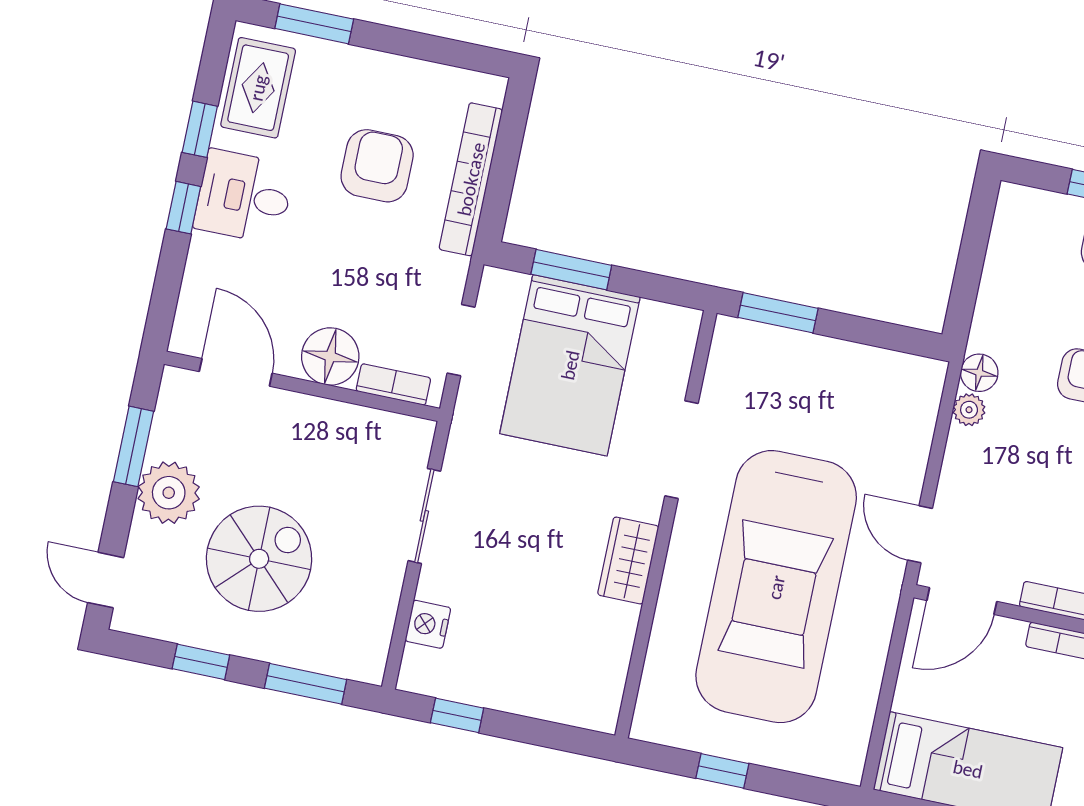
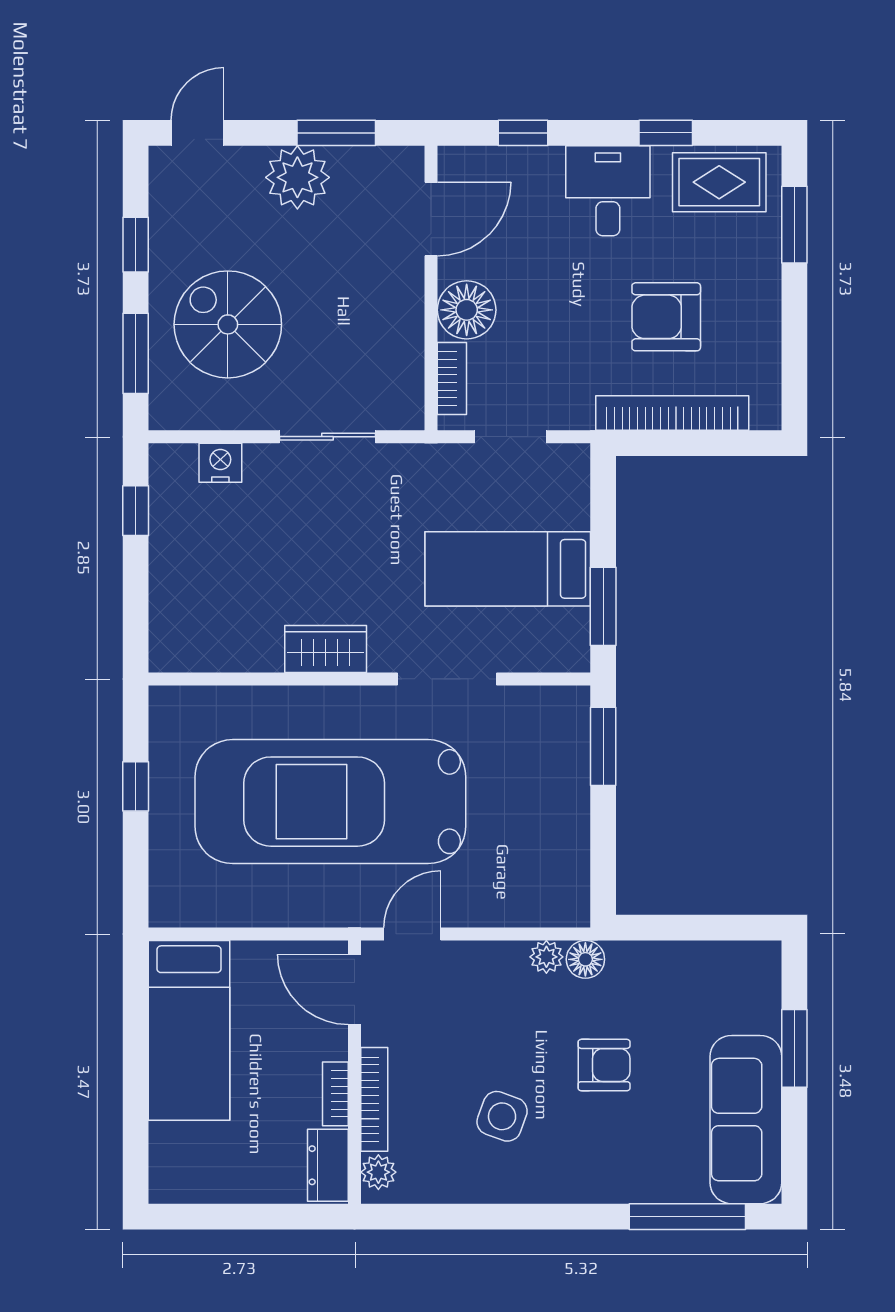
armchair: (377, 166) -> (666, 317), turned 180
window: (183, 208) -> (523, 133), moved
window: (571, 270) -> (603, 606), moved
bed: (570, 365) -> (508, 569), width x0.67
spiral stairs: (259, 559) -> (228, 324), moved, turned 180

